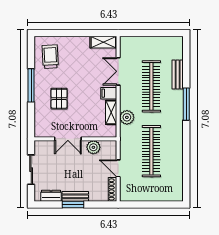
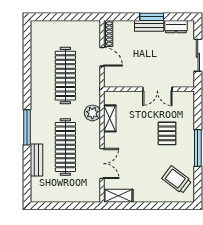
trolley: (50, 57) -> (177, 180), turned 130
filing cabinet: (109, 93) -> (112, 139), removed
double door: (68, 139) -> (157, 89), swing flipped
plant: (93, 147) -> (129, 80), removed

